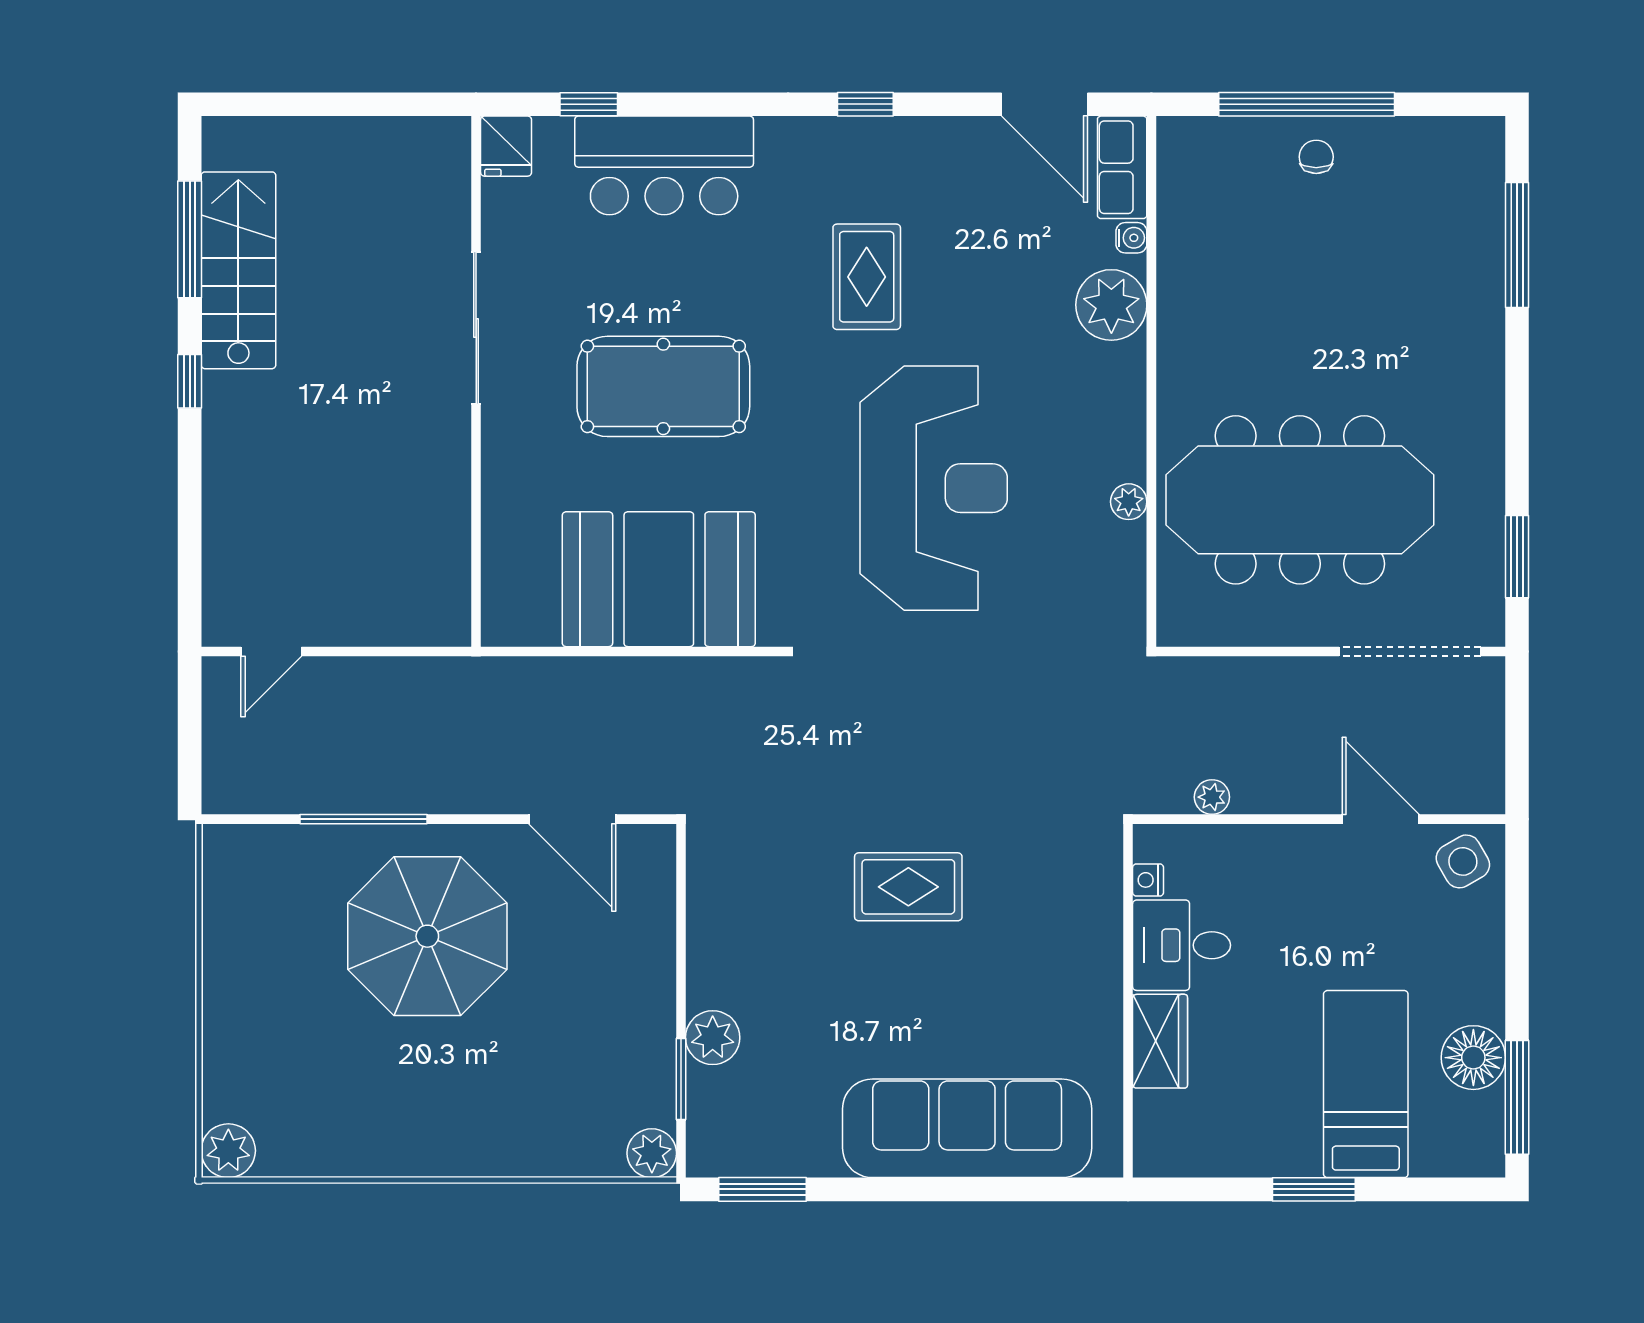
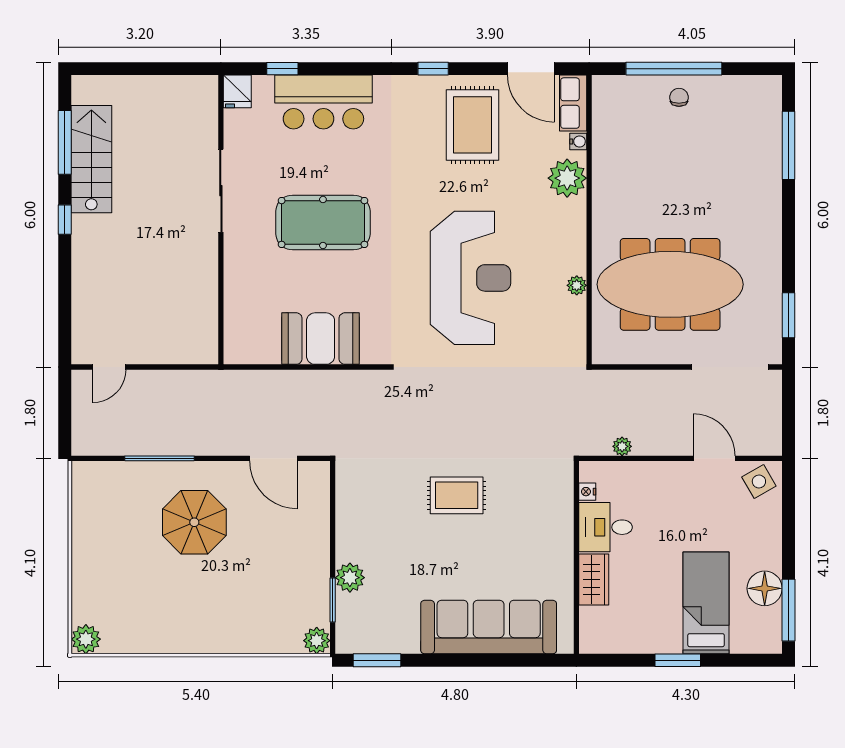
rug: (867, 277) -> (473, 125), moved, width x1.36, depth x1.43
booth: (659, 579) -> (321, 339), width x0.73, depth x0.70
parasol: (427, 936) -> (194, 522), width x0.73, depth x0.73

